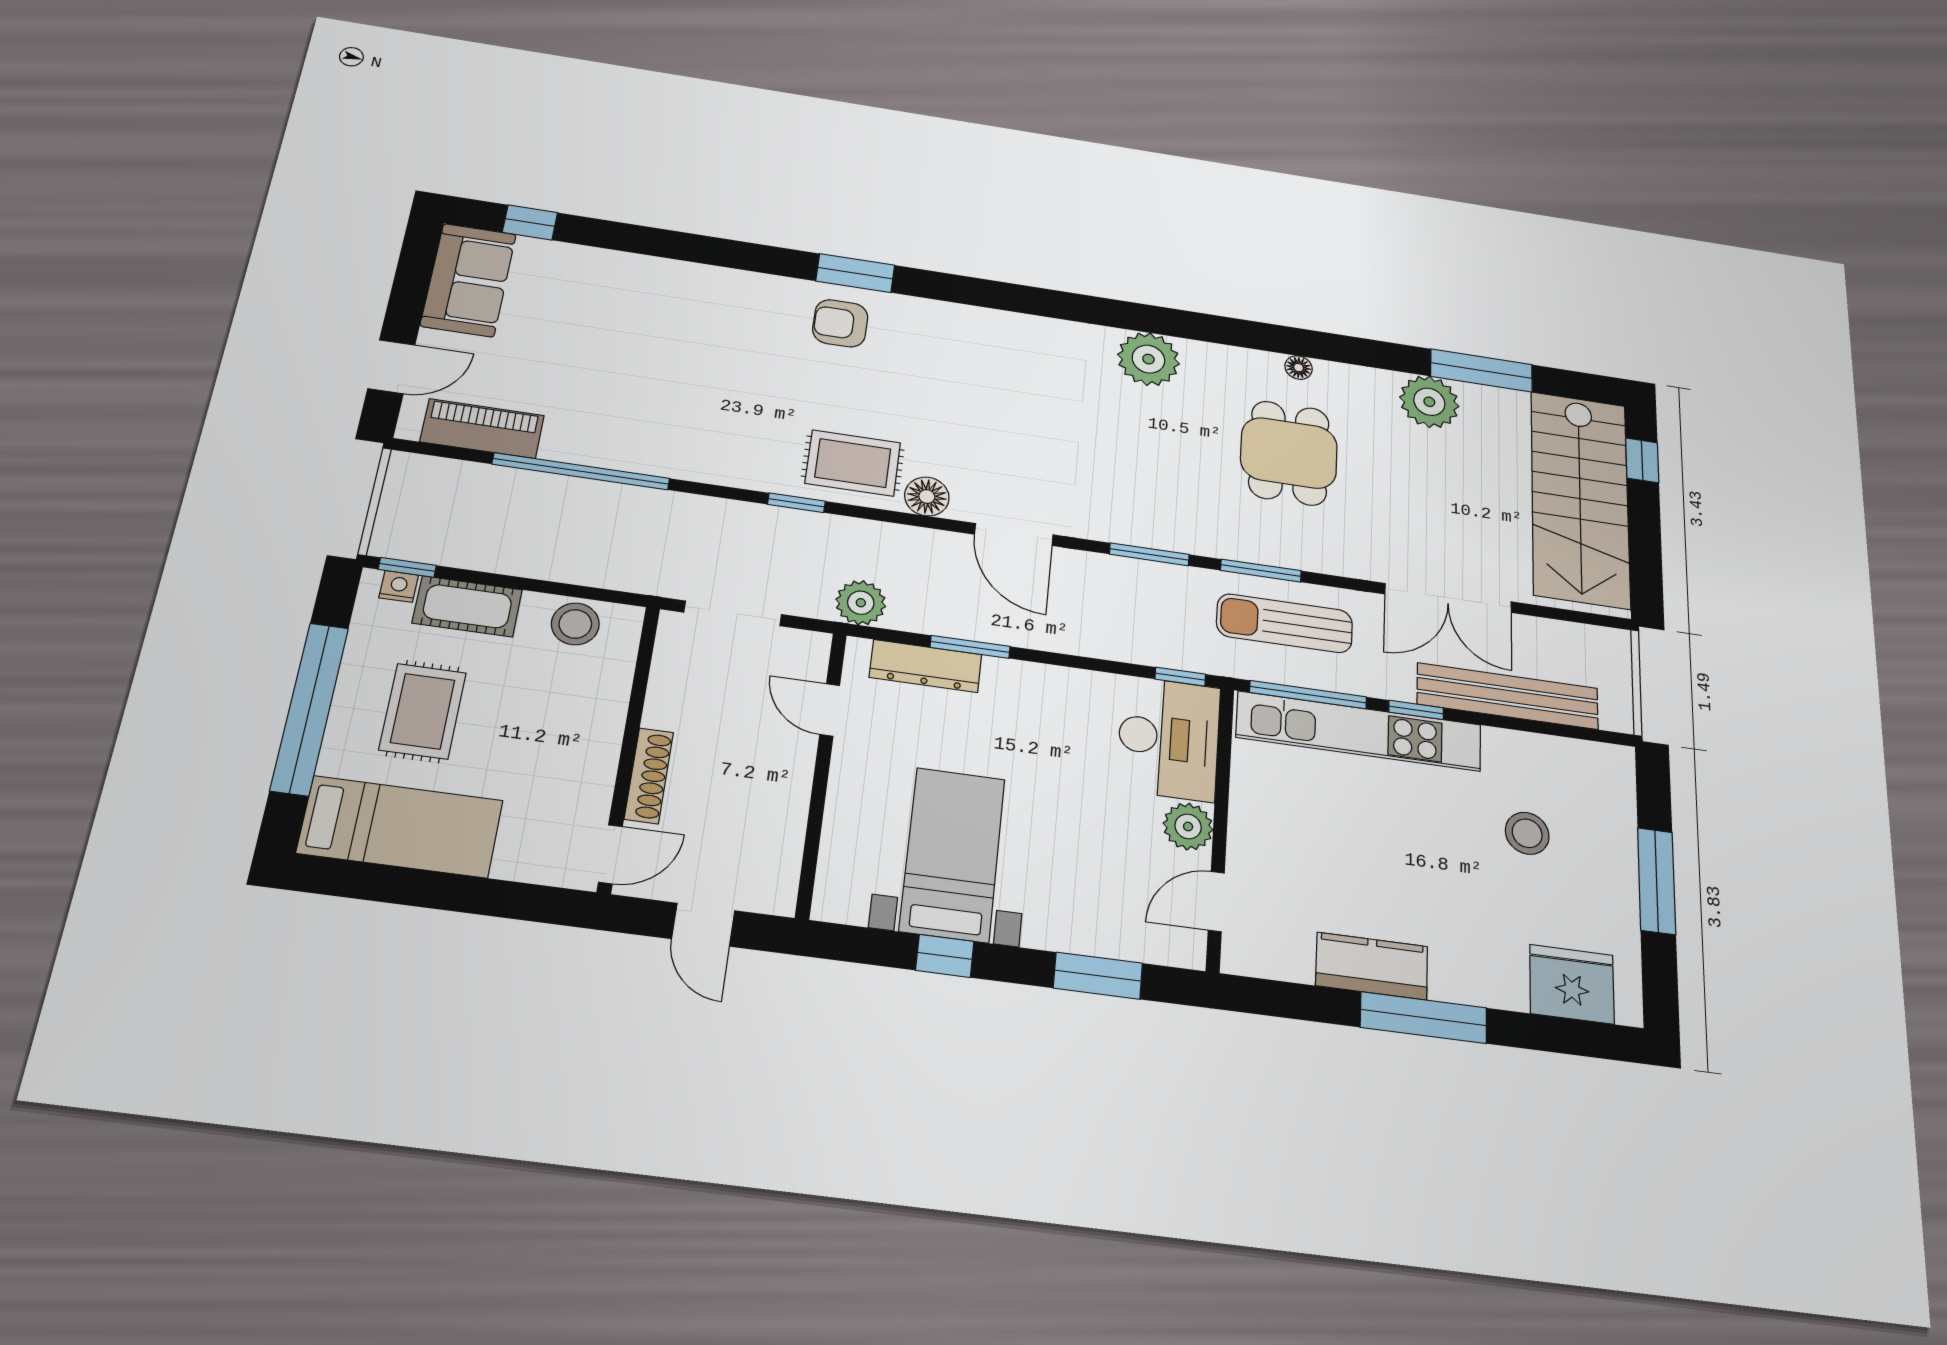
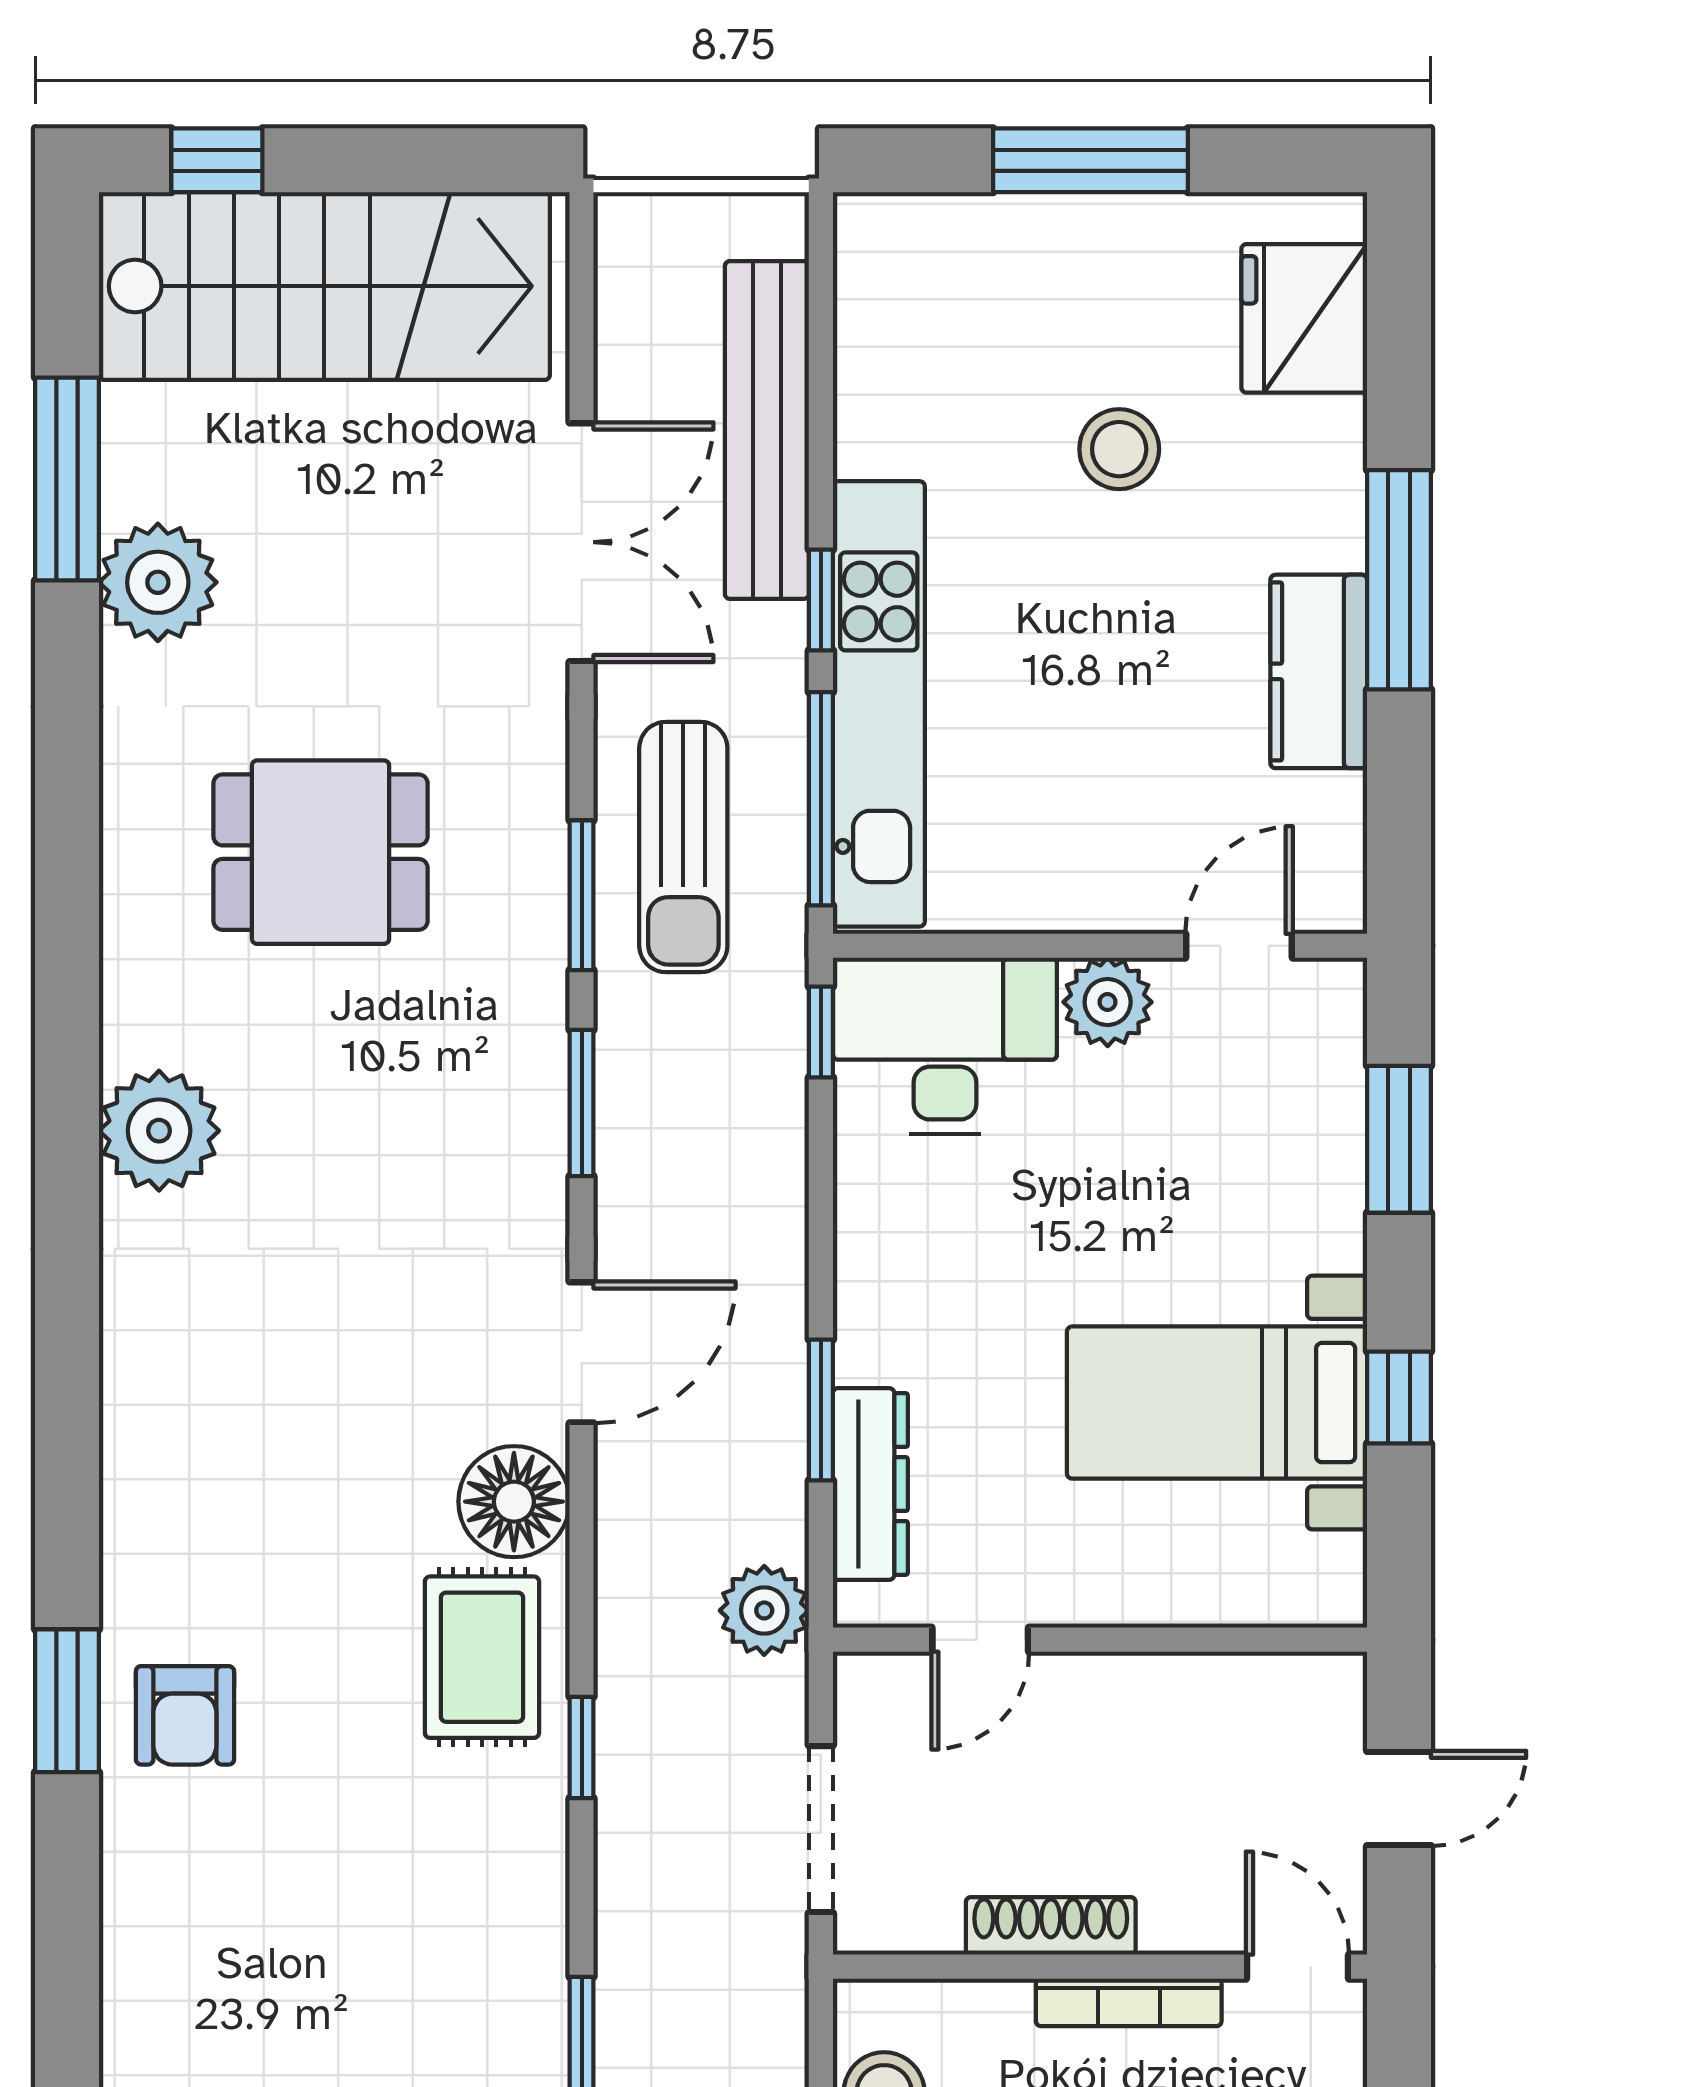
floor lamp: (1299, 368) -> (126, 840), removed
floor lamp: (927, 497) -> (514, 1502), width x1.38, depth x1.38
bookcase: (605, 759) -> (1129, 2002), added
shoe rack: (649, 776) -> (1051, 1926), moved
stool: (1527, 833) -> (1119, 449), moved
door: (1216, 901) -> (1239, 946), swing flipped

